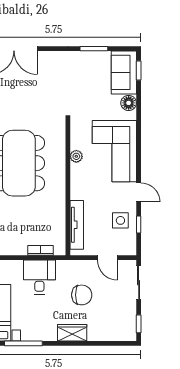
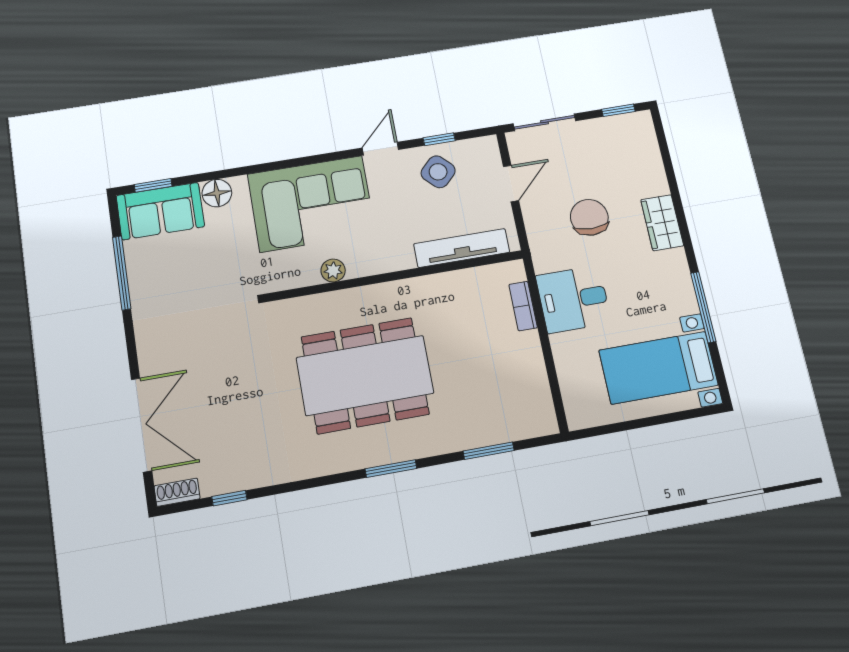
window: (94, 49) -> (122, 273), width x1.44
side table: (120, 220) -> (438, 172), turned 45

